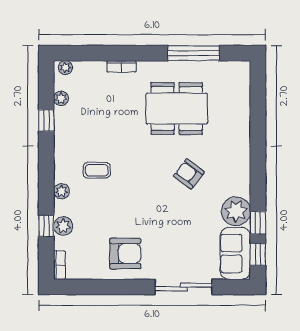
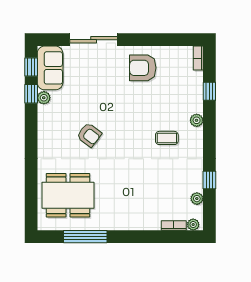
bookcase: (121, 66) -> (174, 225), moved
dining table: (177, 109) -> (68, 195), moved
plant: (236, 211) -> (44, 98), width x0.53, depth x0.53
plant: (63, 226) -> (195, 91), removed

